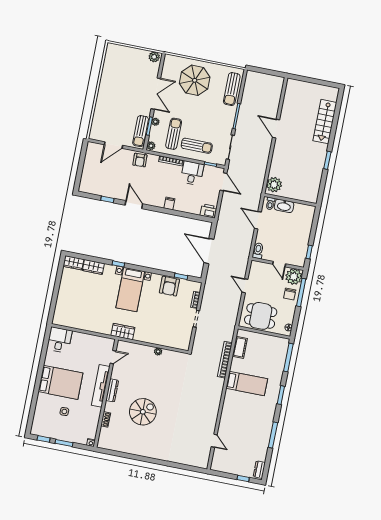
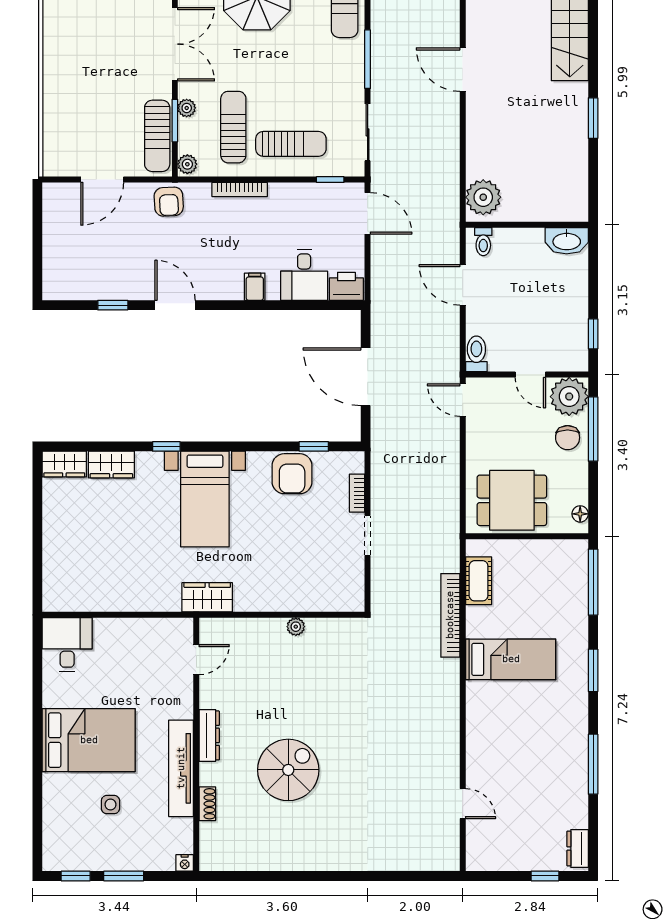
desk: (192, 173) -> (304, 275), moved, turned 180
washbasin: (284, 206) -> (567, 241), moved
door: (245, 286) -> (463, 400), moved
tv unit: (101, 386) -> (181, 768), moved

